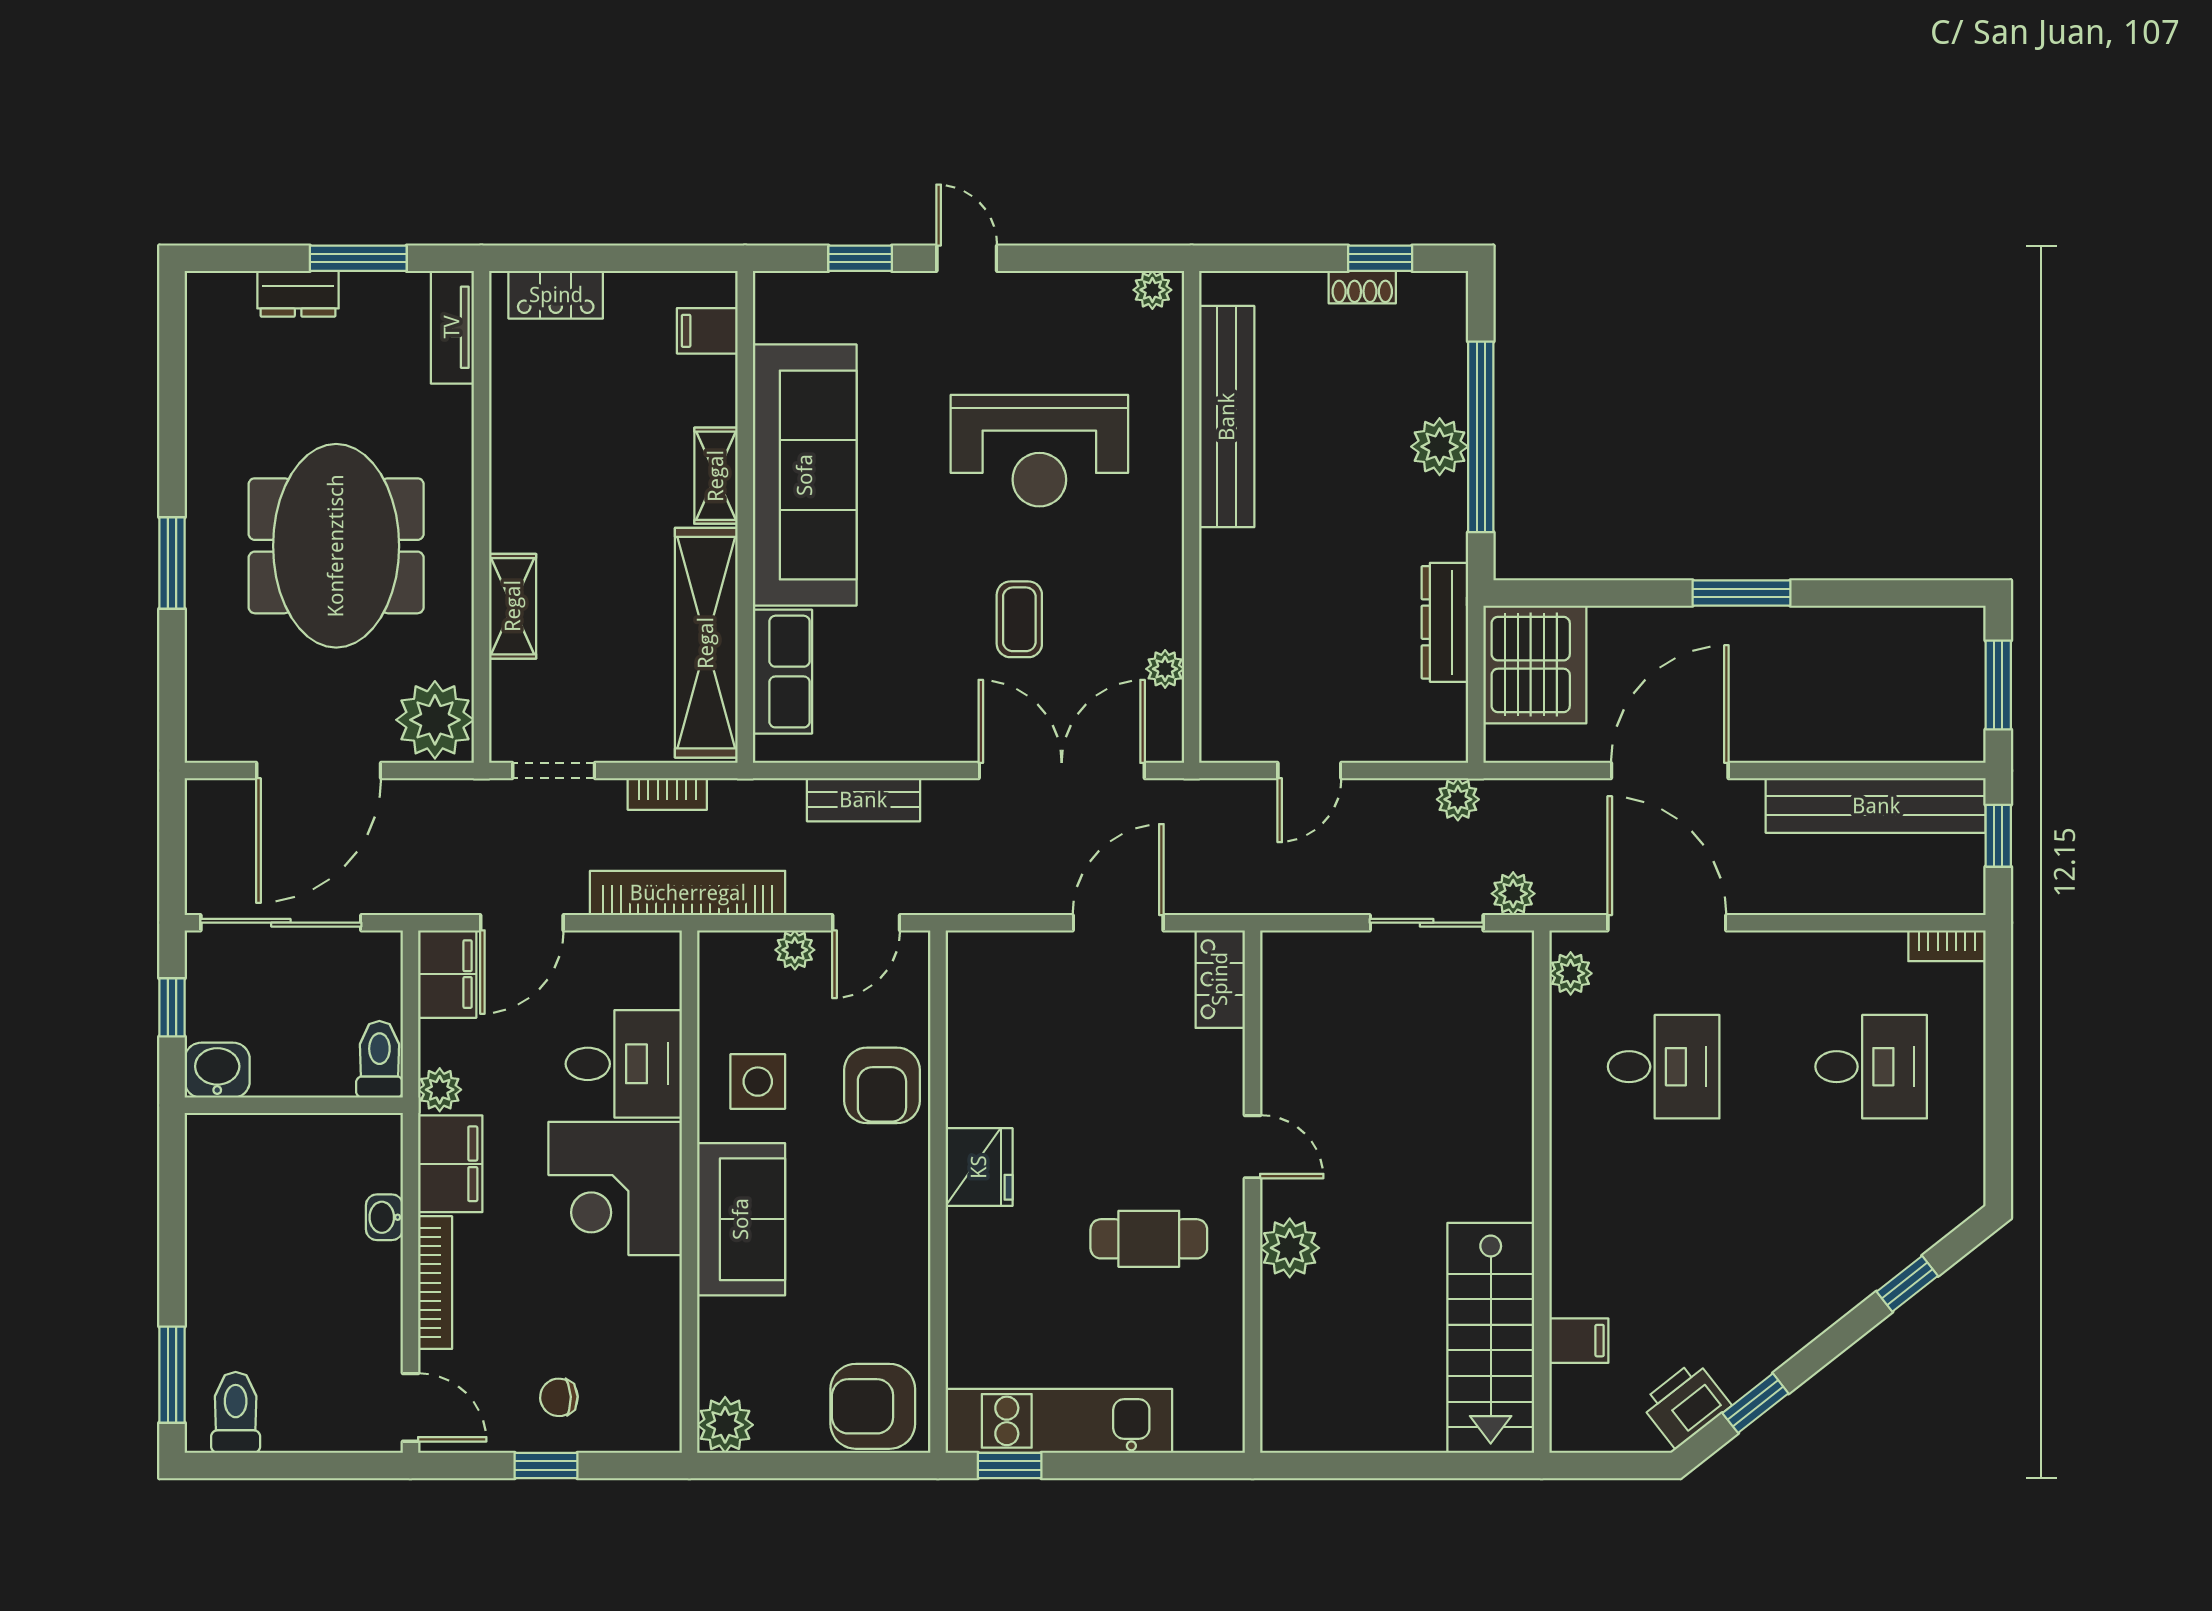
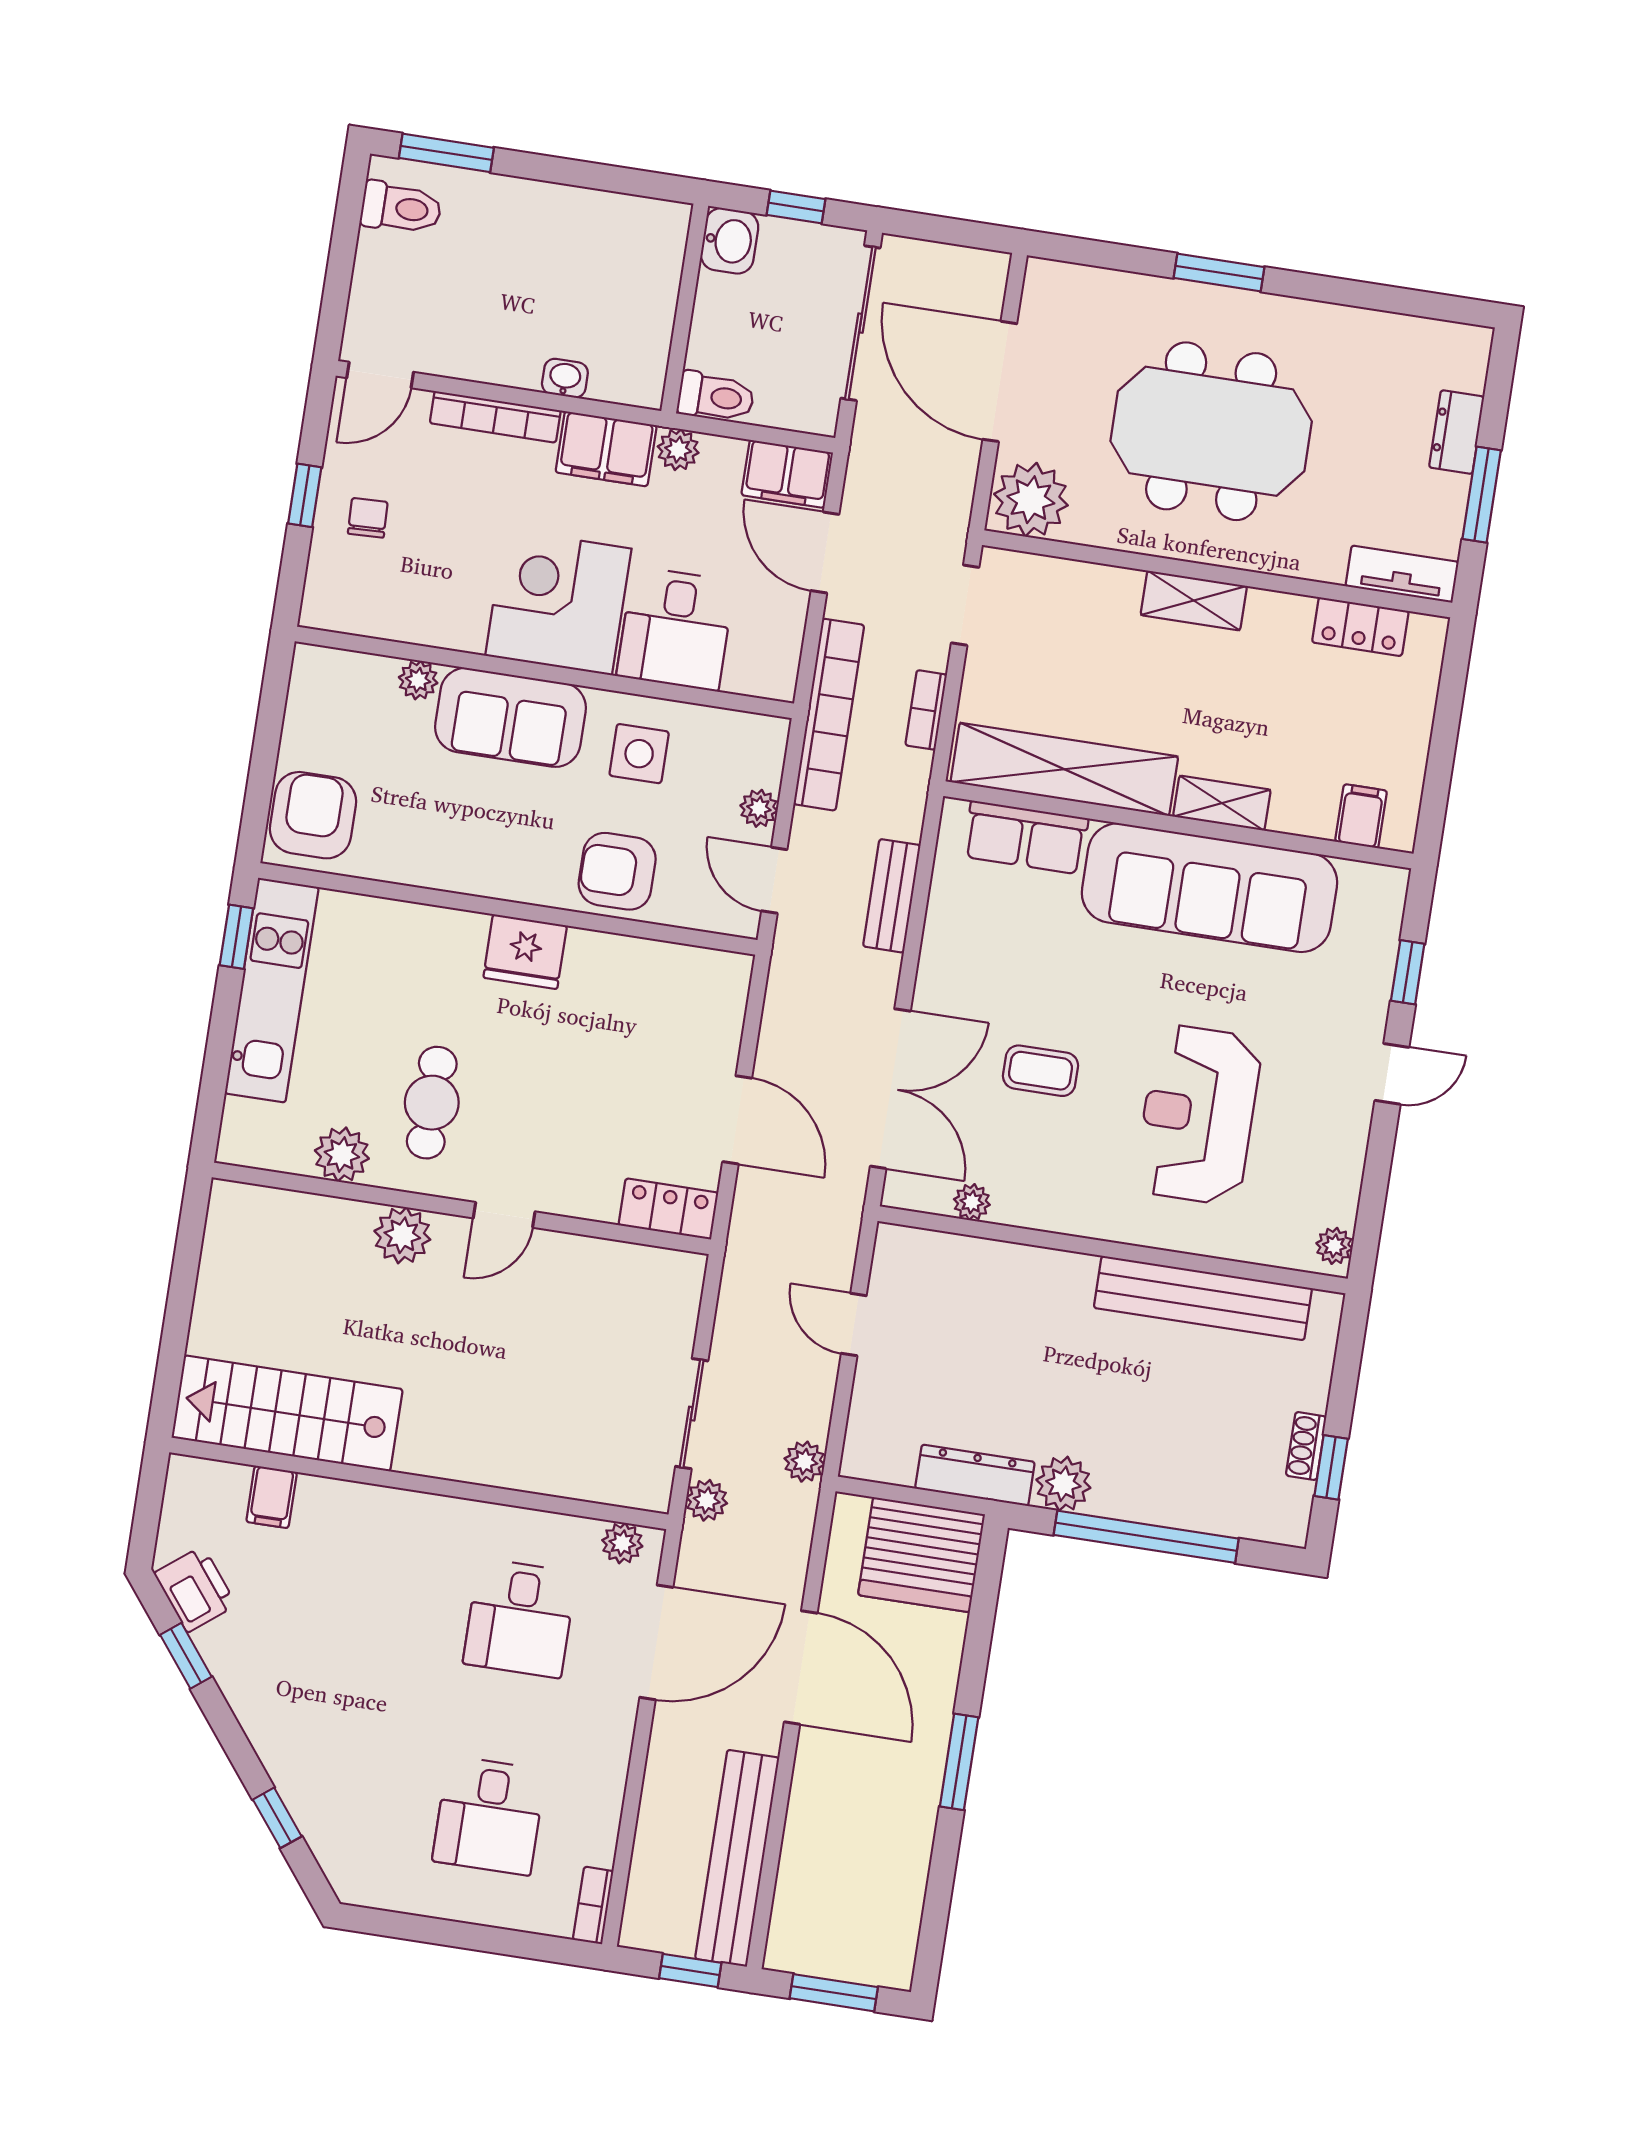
locker: (556, 295) -> (1360, 627), moved, turned -90
plant: (1440, 447) -> (1063, 1484), moved
shelving: (513, 606) -> (1194, 601), moved
plant: (1216, 1323) -> (342, 1155), added
plant: (725, 1425) -> (418, 680), moved, width x0.73, depth x0.73

